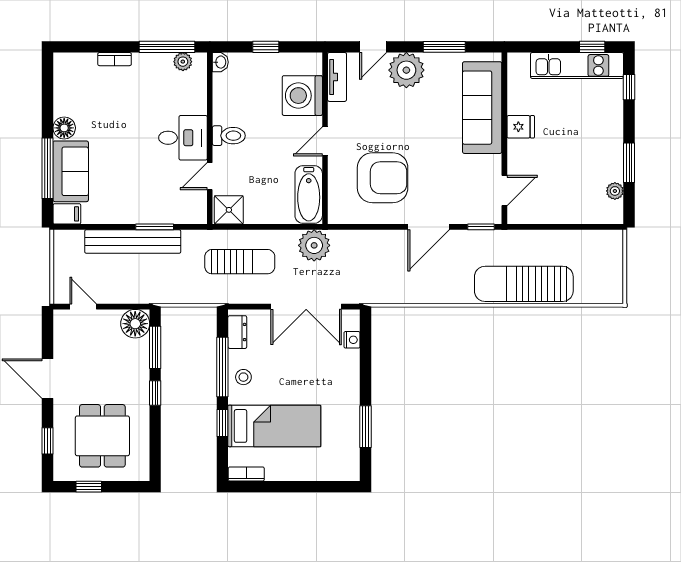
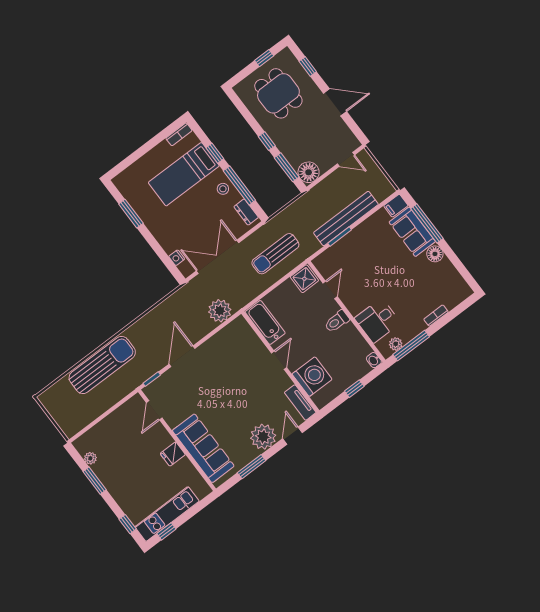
desk: (183, 138) -> (378, 320), moved
armchair: (383, 178) -> (230, 364), removed
plant: (314, 245) -> (220, 311), moved

